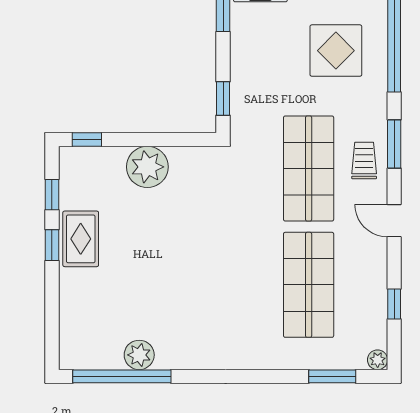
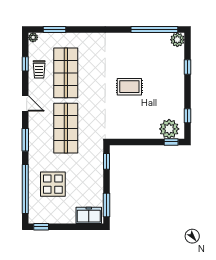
trolley: (364, 161) -> (39, 69), moved
plant: (147, 167) -> (169, 129), moved
rug: (81, 239) -> (129, 87), moved, turned 90
window: (52, 245) -> (188, 67), moved
plant: (139, 355) -> (177, 40), moved

